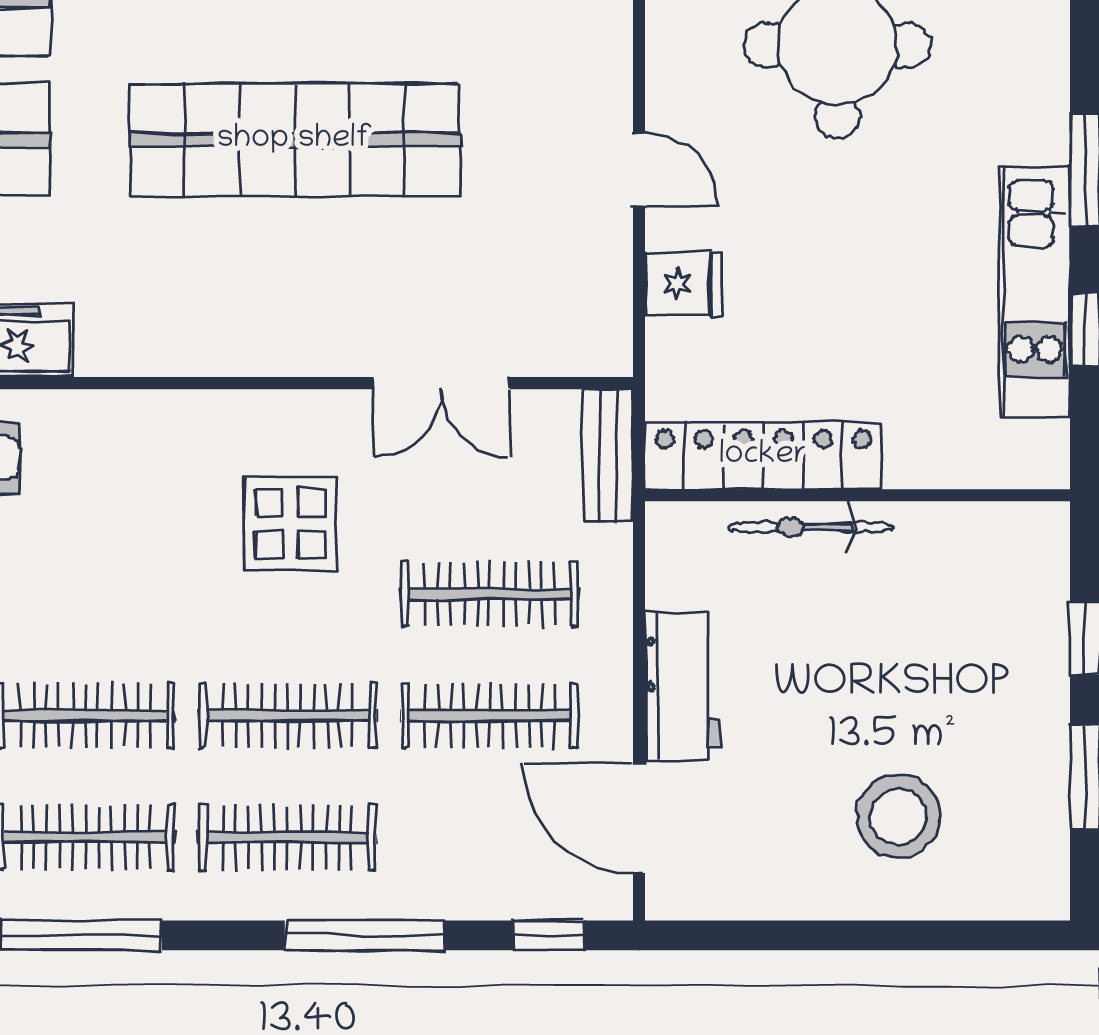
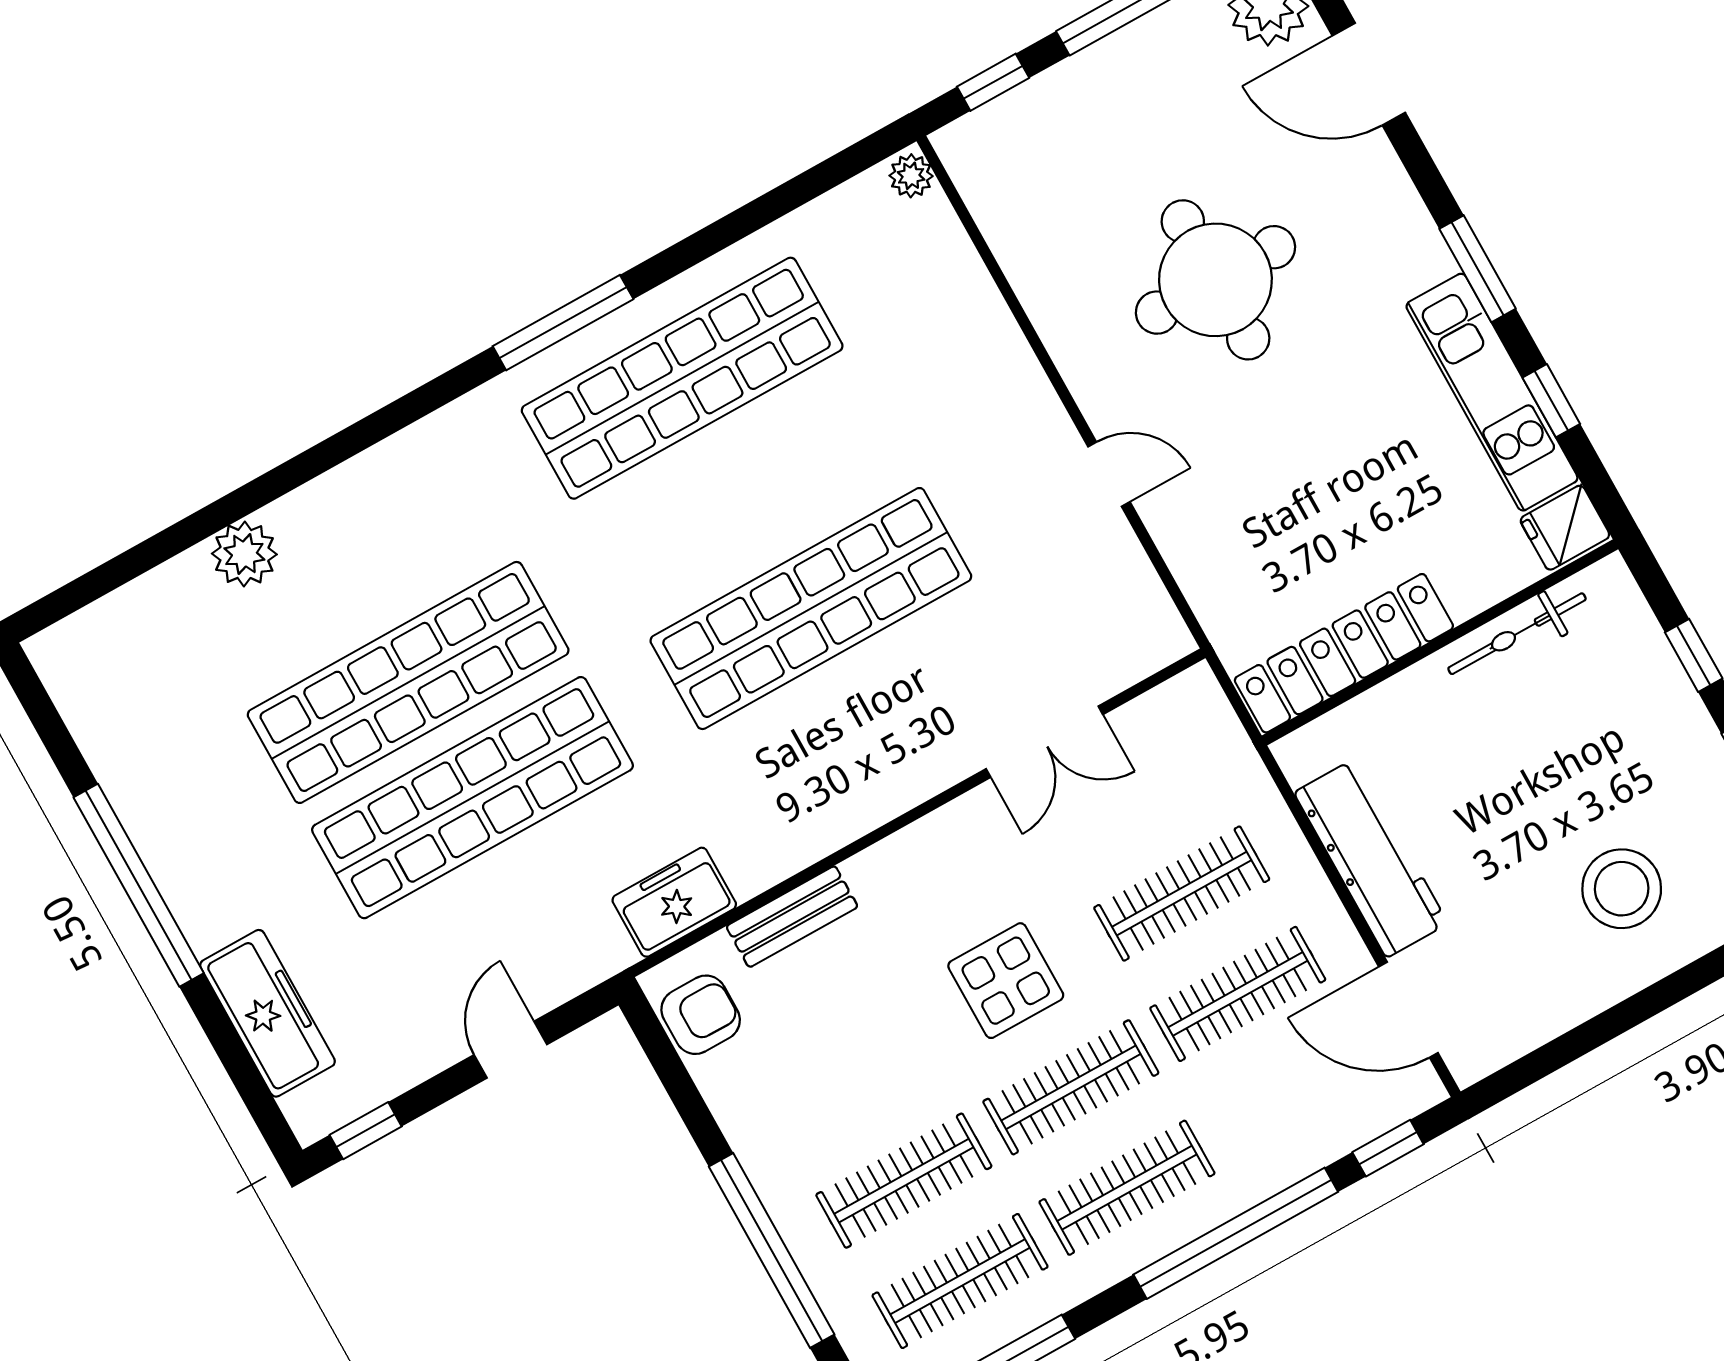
fridge: (683, 284) -> (1565, 528), moved, turned 180
bench: (608, 455) -> (792, 917), moved, turned 90
display table: (290, 524) -> (1006, 981), moved
bicycle: (810, 527) -> (1517, 634), moved
workbench: (683, 686) -> (1371, 858), width x1.38
window: (364, 935) -> (1236, 1233), width x1.46

